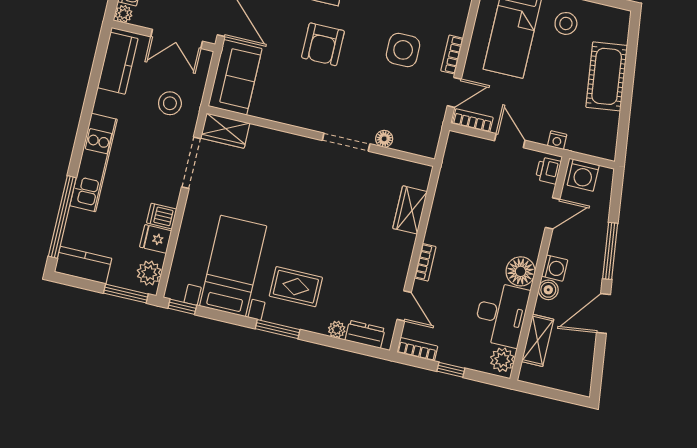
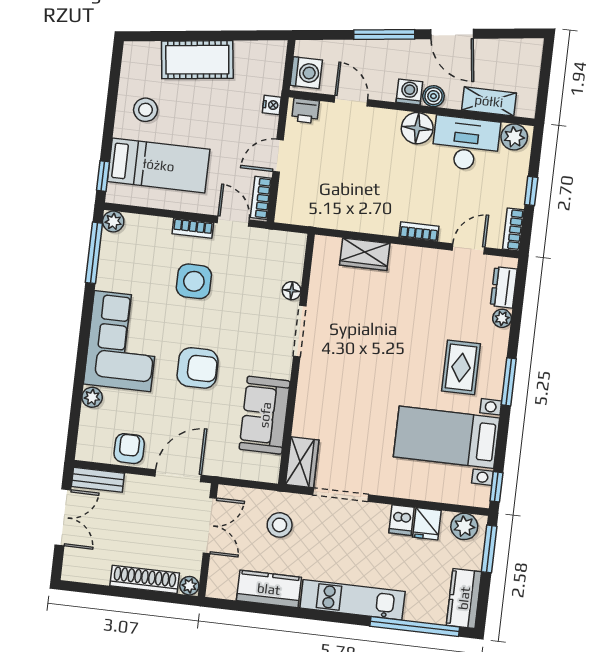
kitchen counter: (118, 63) -> (269, 589), moved
sofa: (235, 77) -> (265, 415), moved, turned -90

